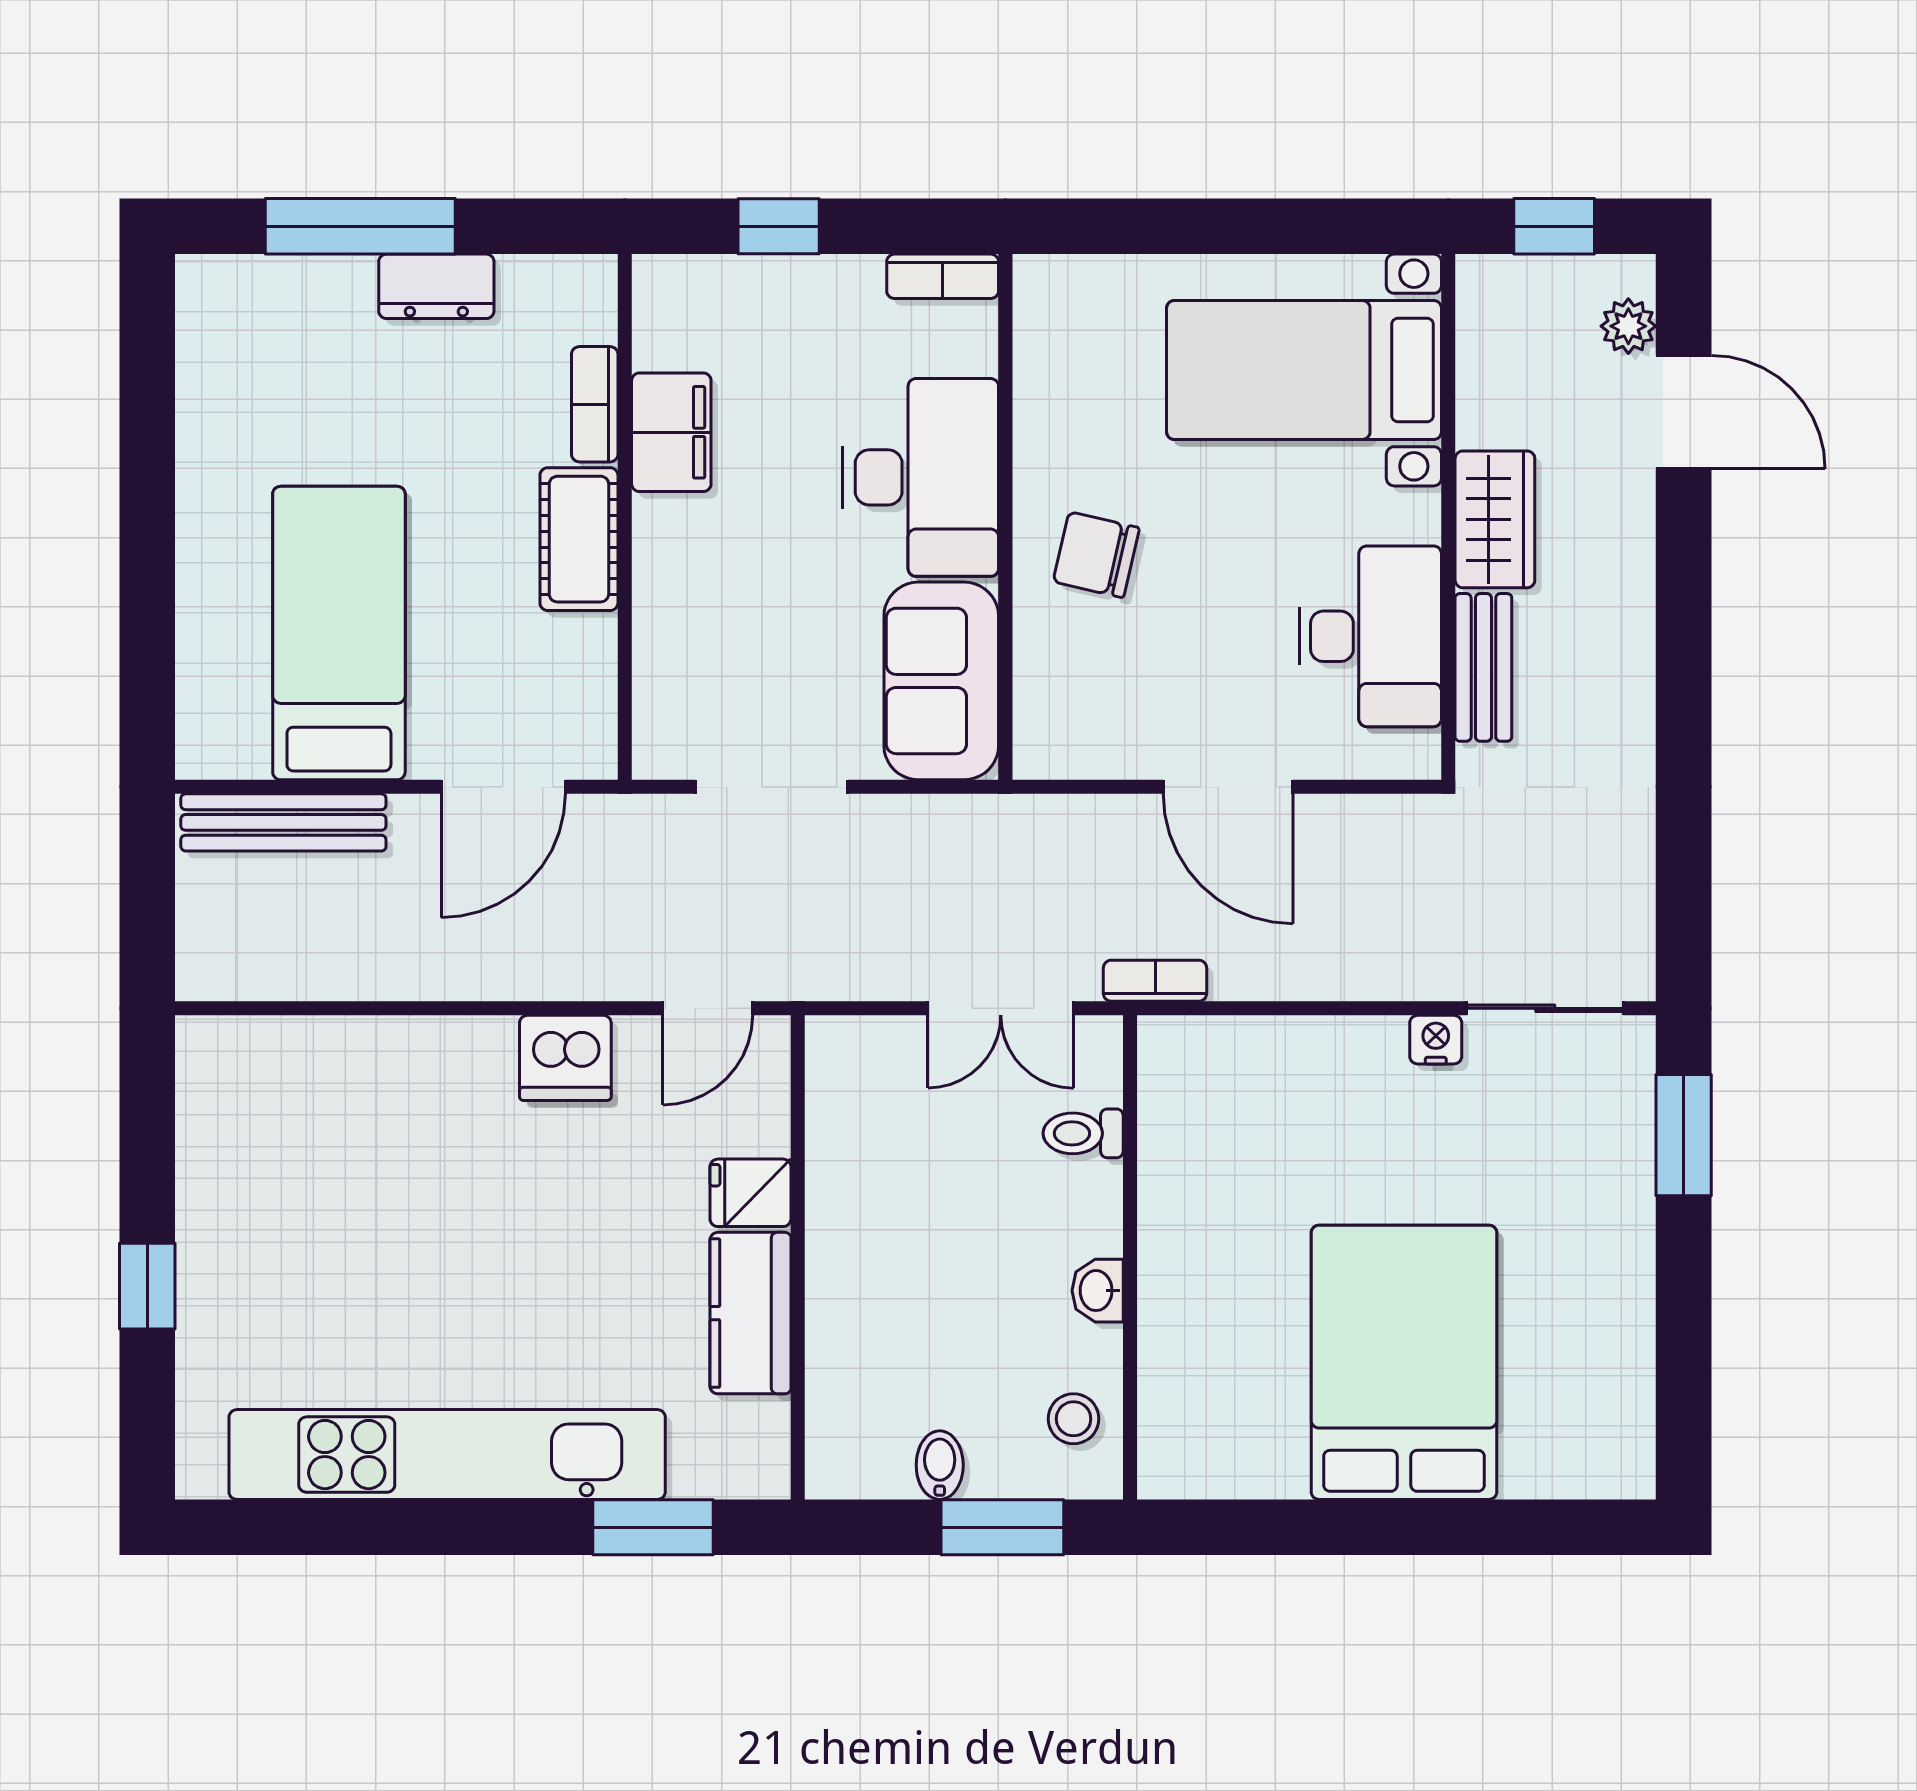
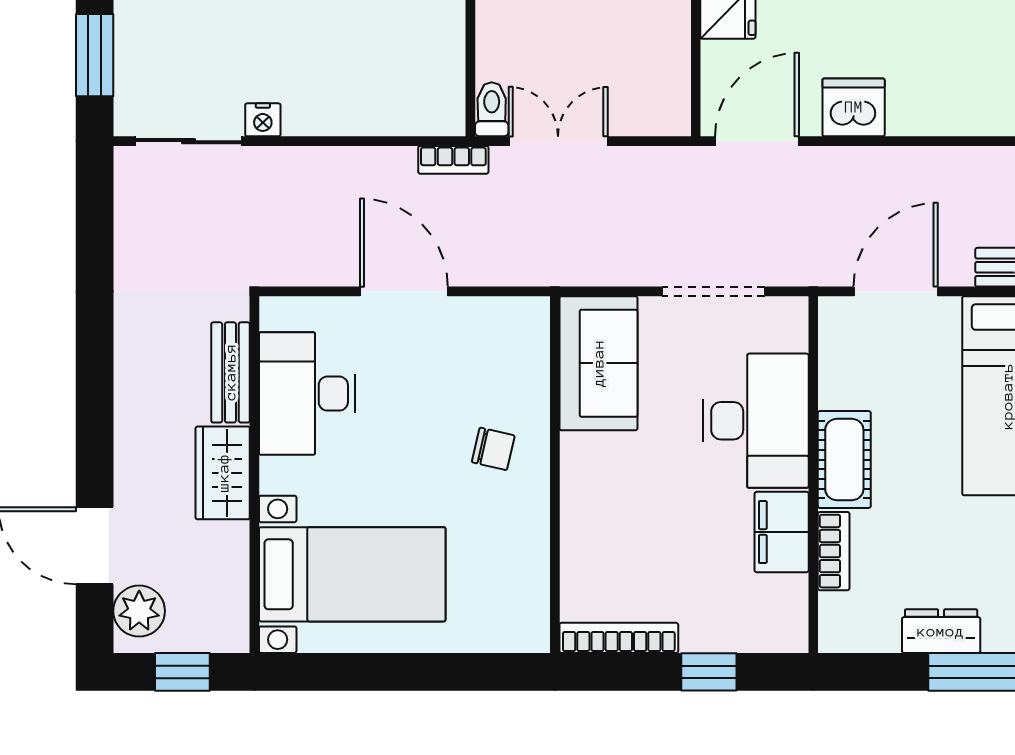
bookcase: (943, 276) -> (619, 638), width x1.56
plant: (1628, 326) -> (139, 611), width x1.38, depth x1.38
desk: (921, 477) -> (756, 421), moved, turned 180
chair: (1096, 555) -> (493, 449), width x0.73, depth x0.73
door: (708, 1008) -> (757, 141), width x1.38
toilet: (1083, 1133) -> (492, 109), moved, turned -90

